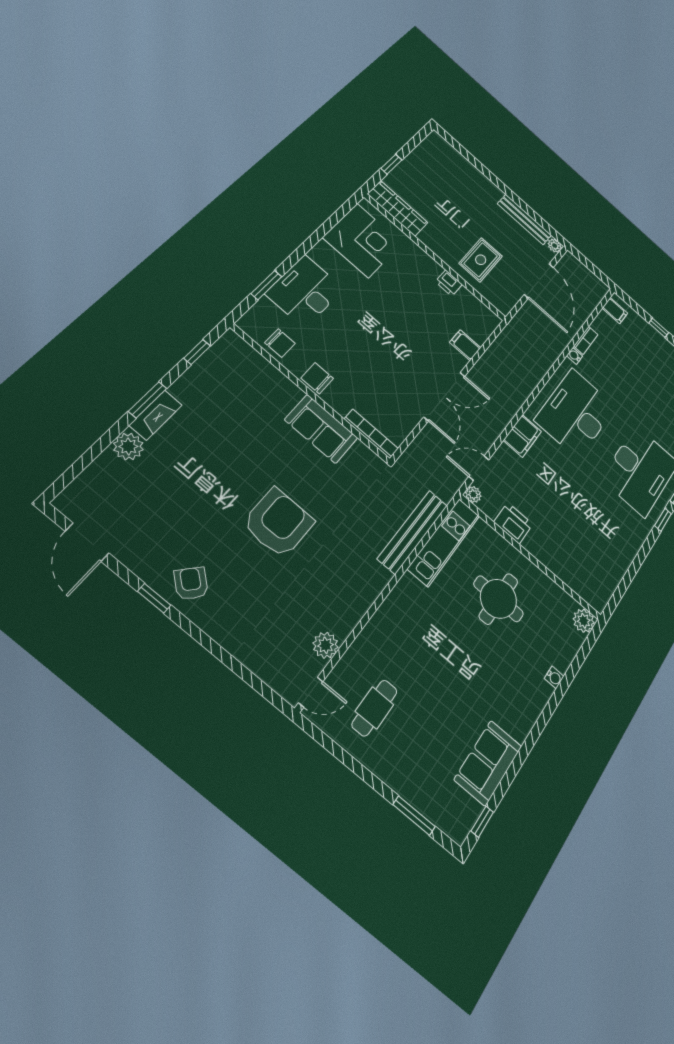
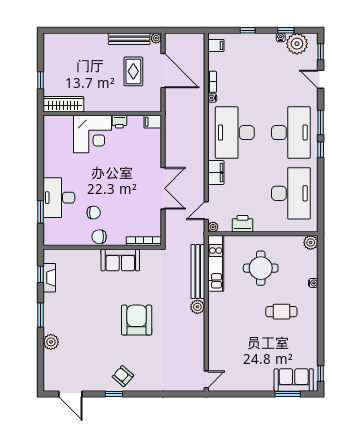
corner desk: (363, 240) -> (92, 134), moved, turned 90
rug: (481, 260) -> (133, 71), moved
chair: (280, 343) -> (94, 213), moved
filing cabinet: (465, 345) -> (153, 122), moved
fireplace: (156, 415) -> (49, 278), moved
desk: (597, 539) -> (291, 193), added
plant: (326, 645) -> (197, 307), moved
cafe table: (374, 708) -> (281, 312), moved, turned 90
sofa: (488, 763) -> (294, 380), moved, turned 90

